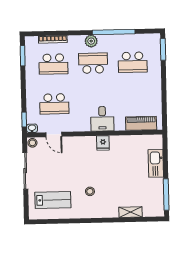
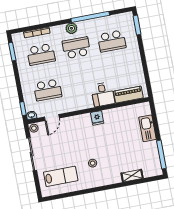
desk: (102, 119) -> (103, 94), moved
door: (54, 135) -> (52, 118), hinge flipped

